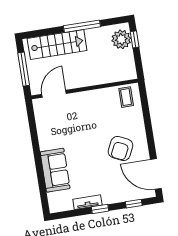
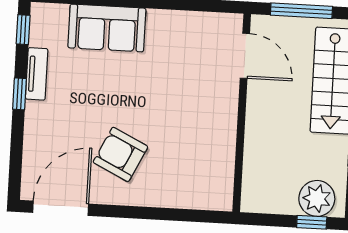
coffee table: (126, 97) -> (211, 185), removed
window: (134, 204) -> (23, 30), moved

